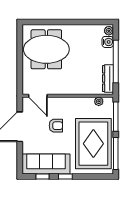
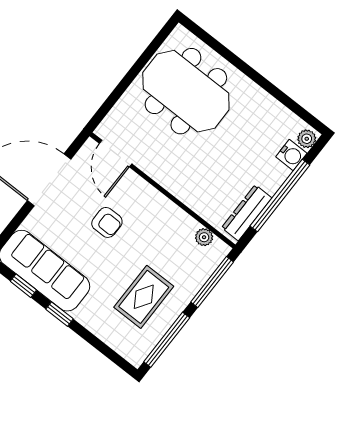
rug: (93, 144) -> (144, 297), width x0.54, depth x0.49

